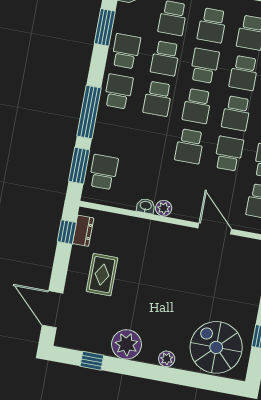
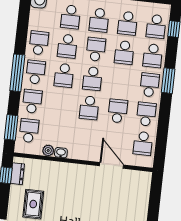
window: (105, 27) -> (22, 27), removed
window: (89, 112) -> (17, 73), moved
school desk: (236, 113) -> (32, 101), moved, turned 180
plant: (164, 208) -> (48, 150), moved

